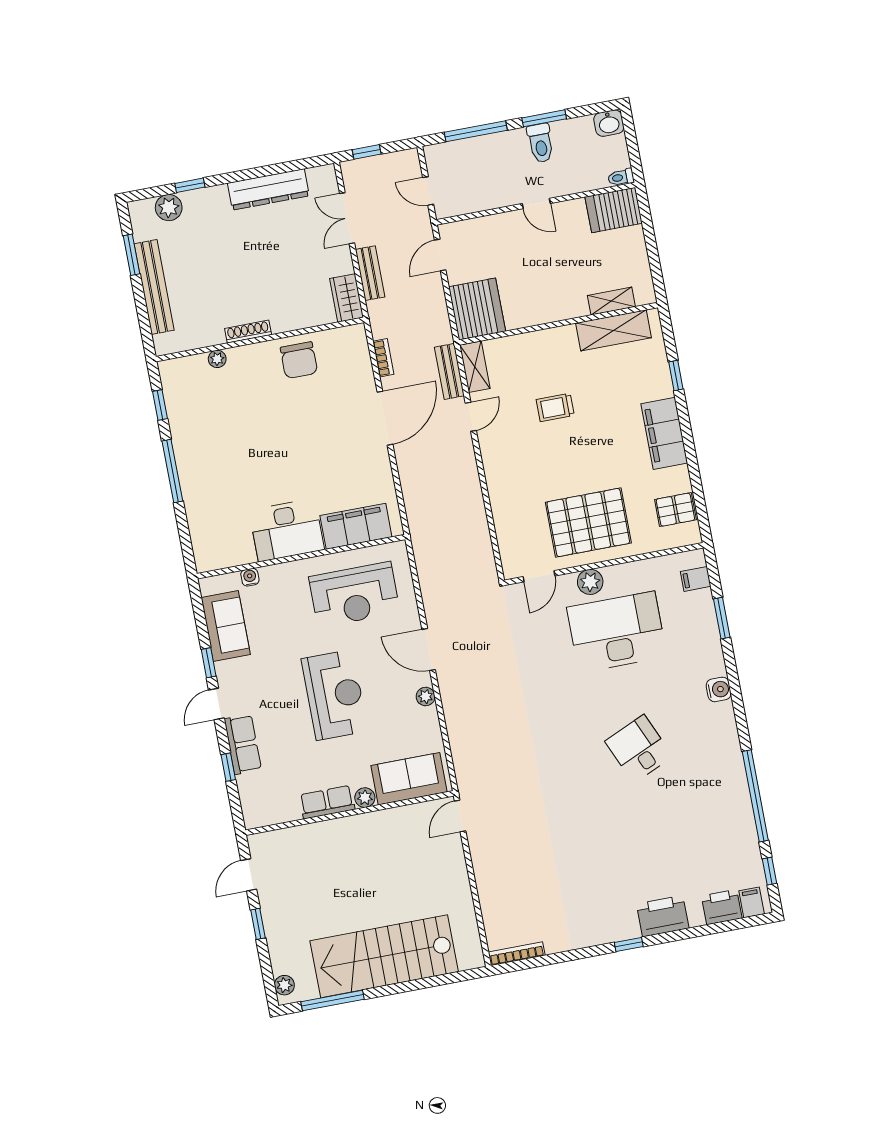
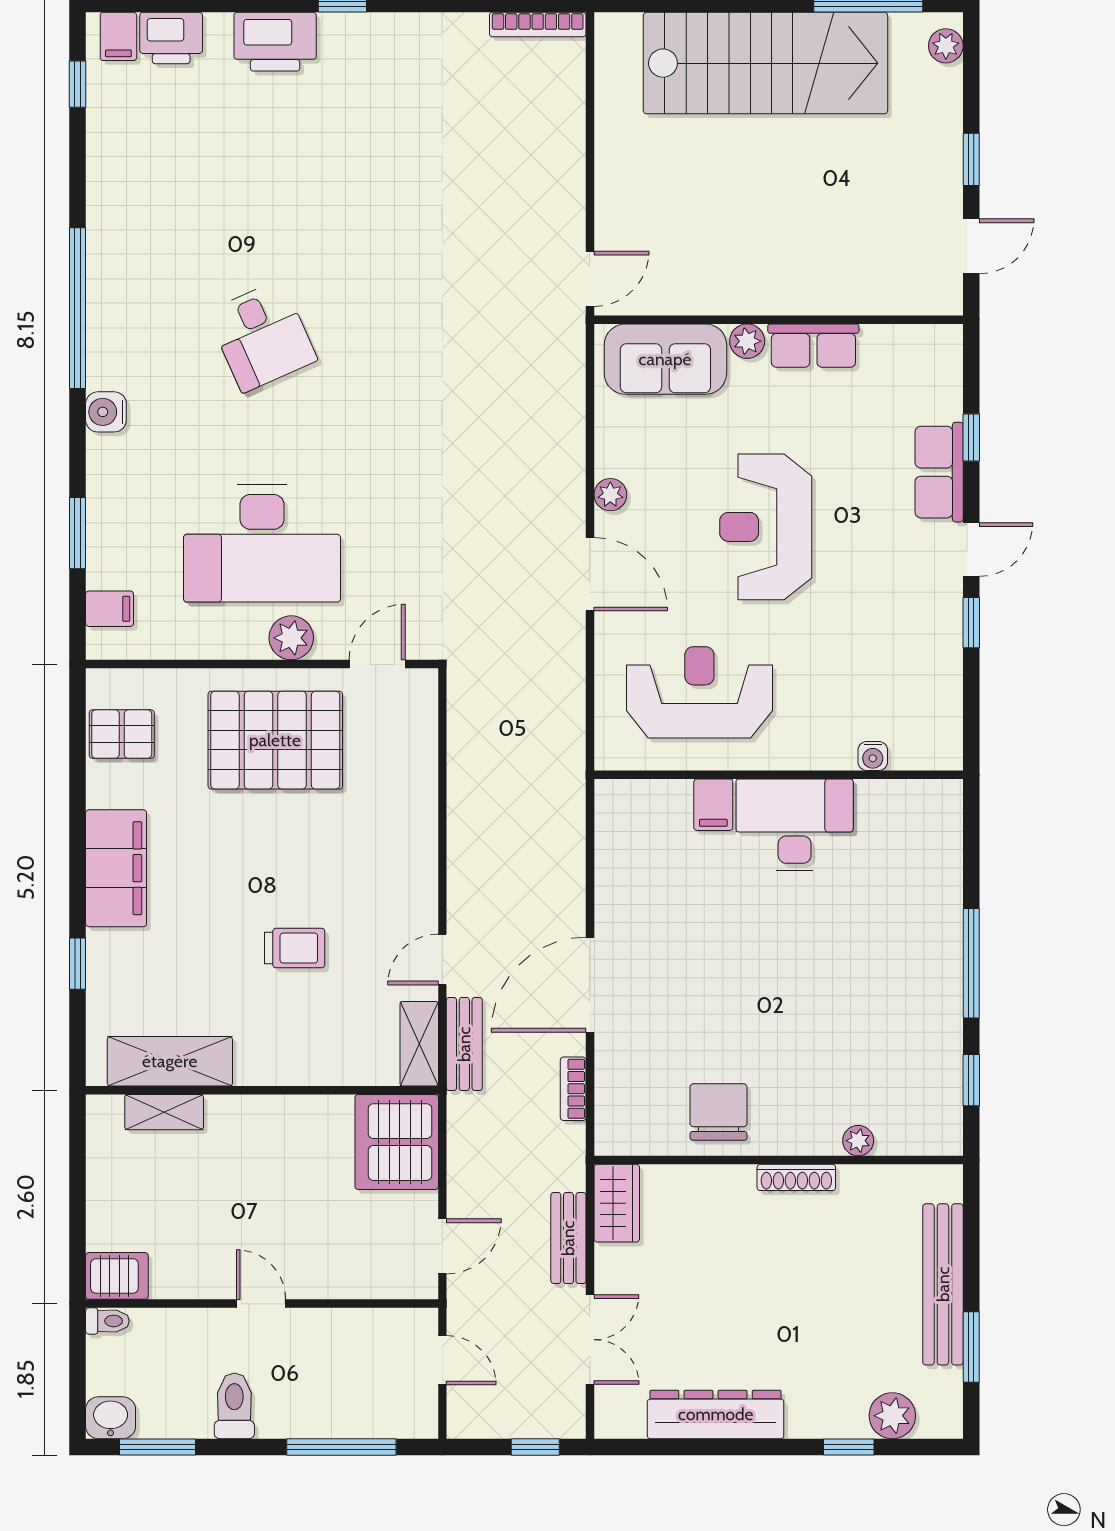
window: (544, 118) -> (157, 1447), moved
server rack: (614, 210) -> (117, 1276), width x0.73, depth x0.70
filing cabinet: (356, 526) -> (713, 805), width x0.33, depth x0.86
sofa: (226, 626) -> (930, 680), removed
window: (755, 796) -> (78, 308), moved

